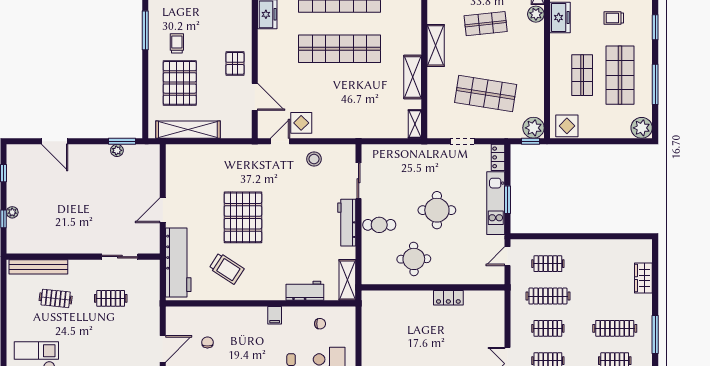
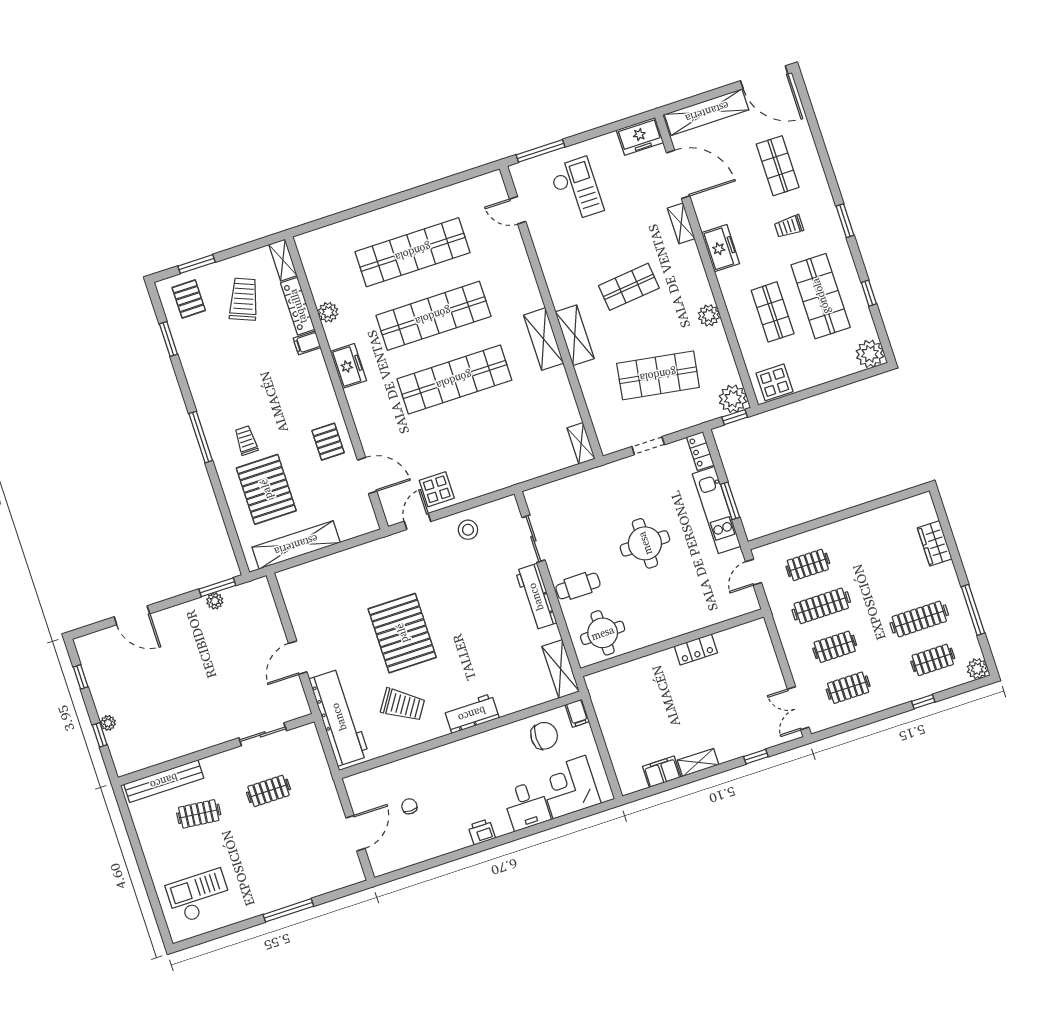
plant: (536, 14) -> (709, 315), moved
shelving: (413, 77) -> (544, 339), moved
window: (655, 84) -> (869, 293), width x0.46
round table: (414, 259) -> (603, 633), moved
workbench: (305, 291) -> (472, 714), moved
filing cabinet: (275, 315) -> (577, 713), moved
chair: (320, 324) -> (544, 736), width x1.87, depth x1.87

